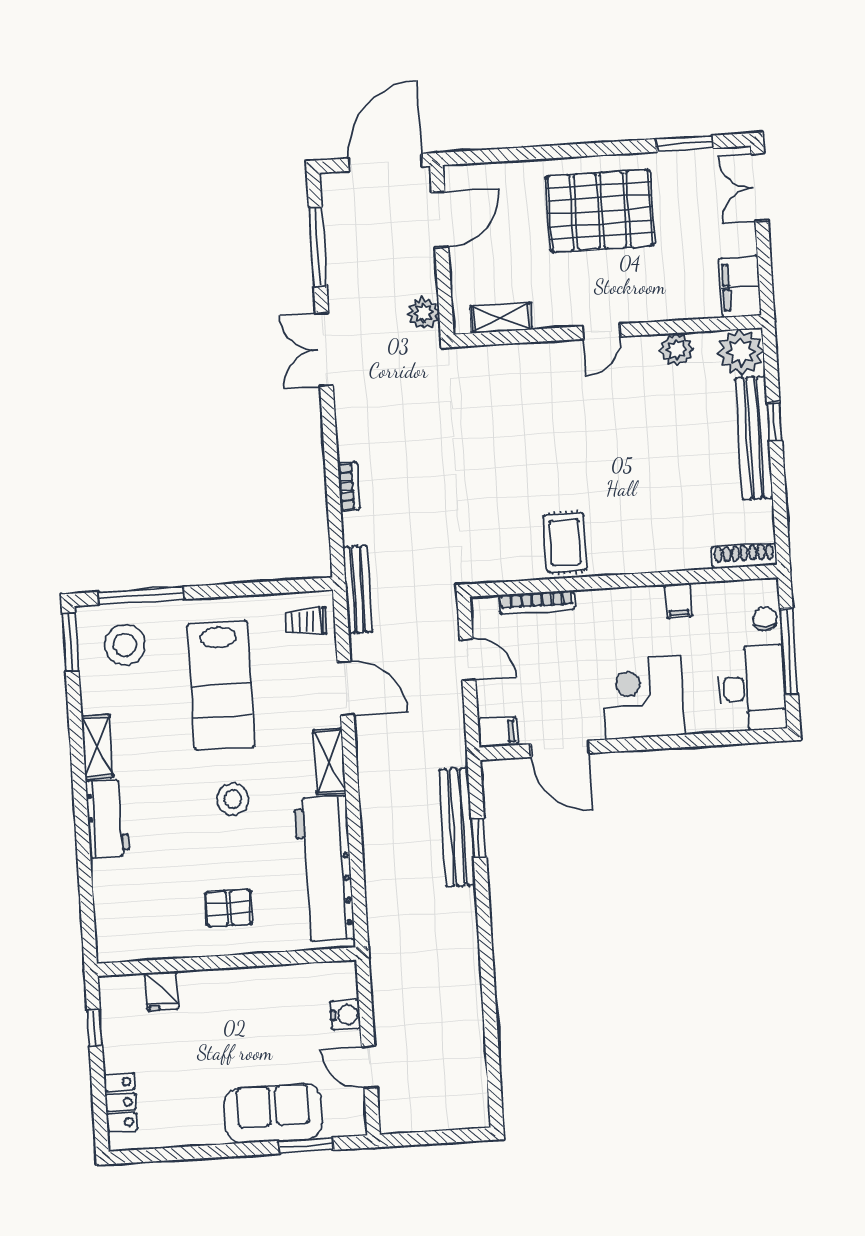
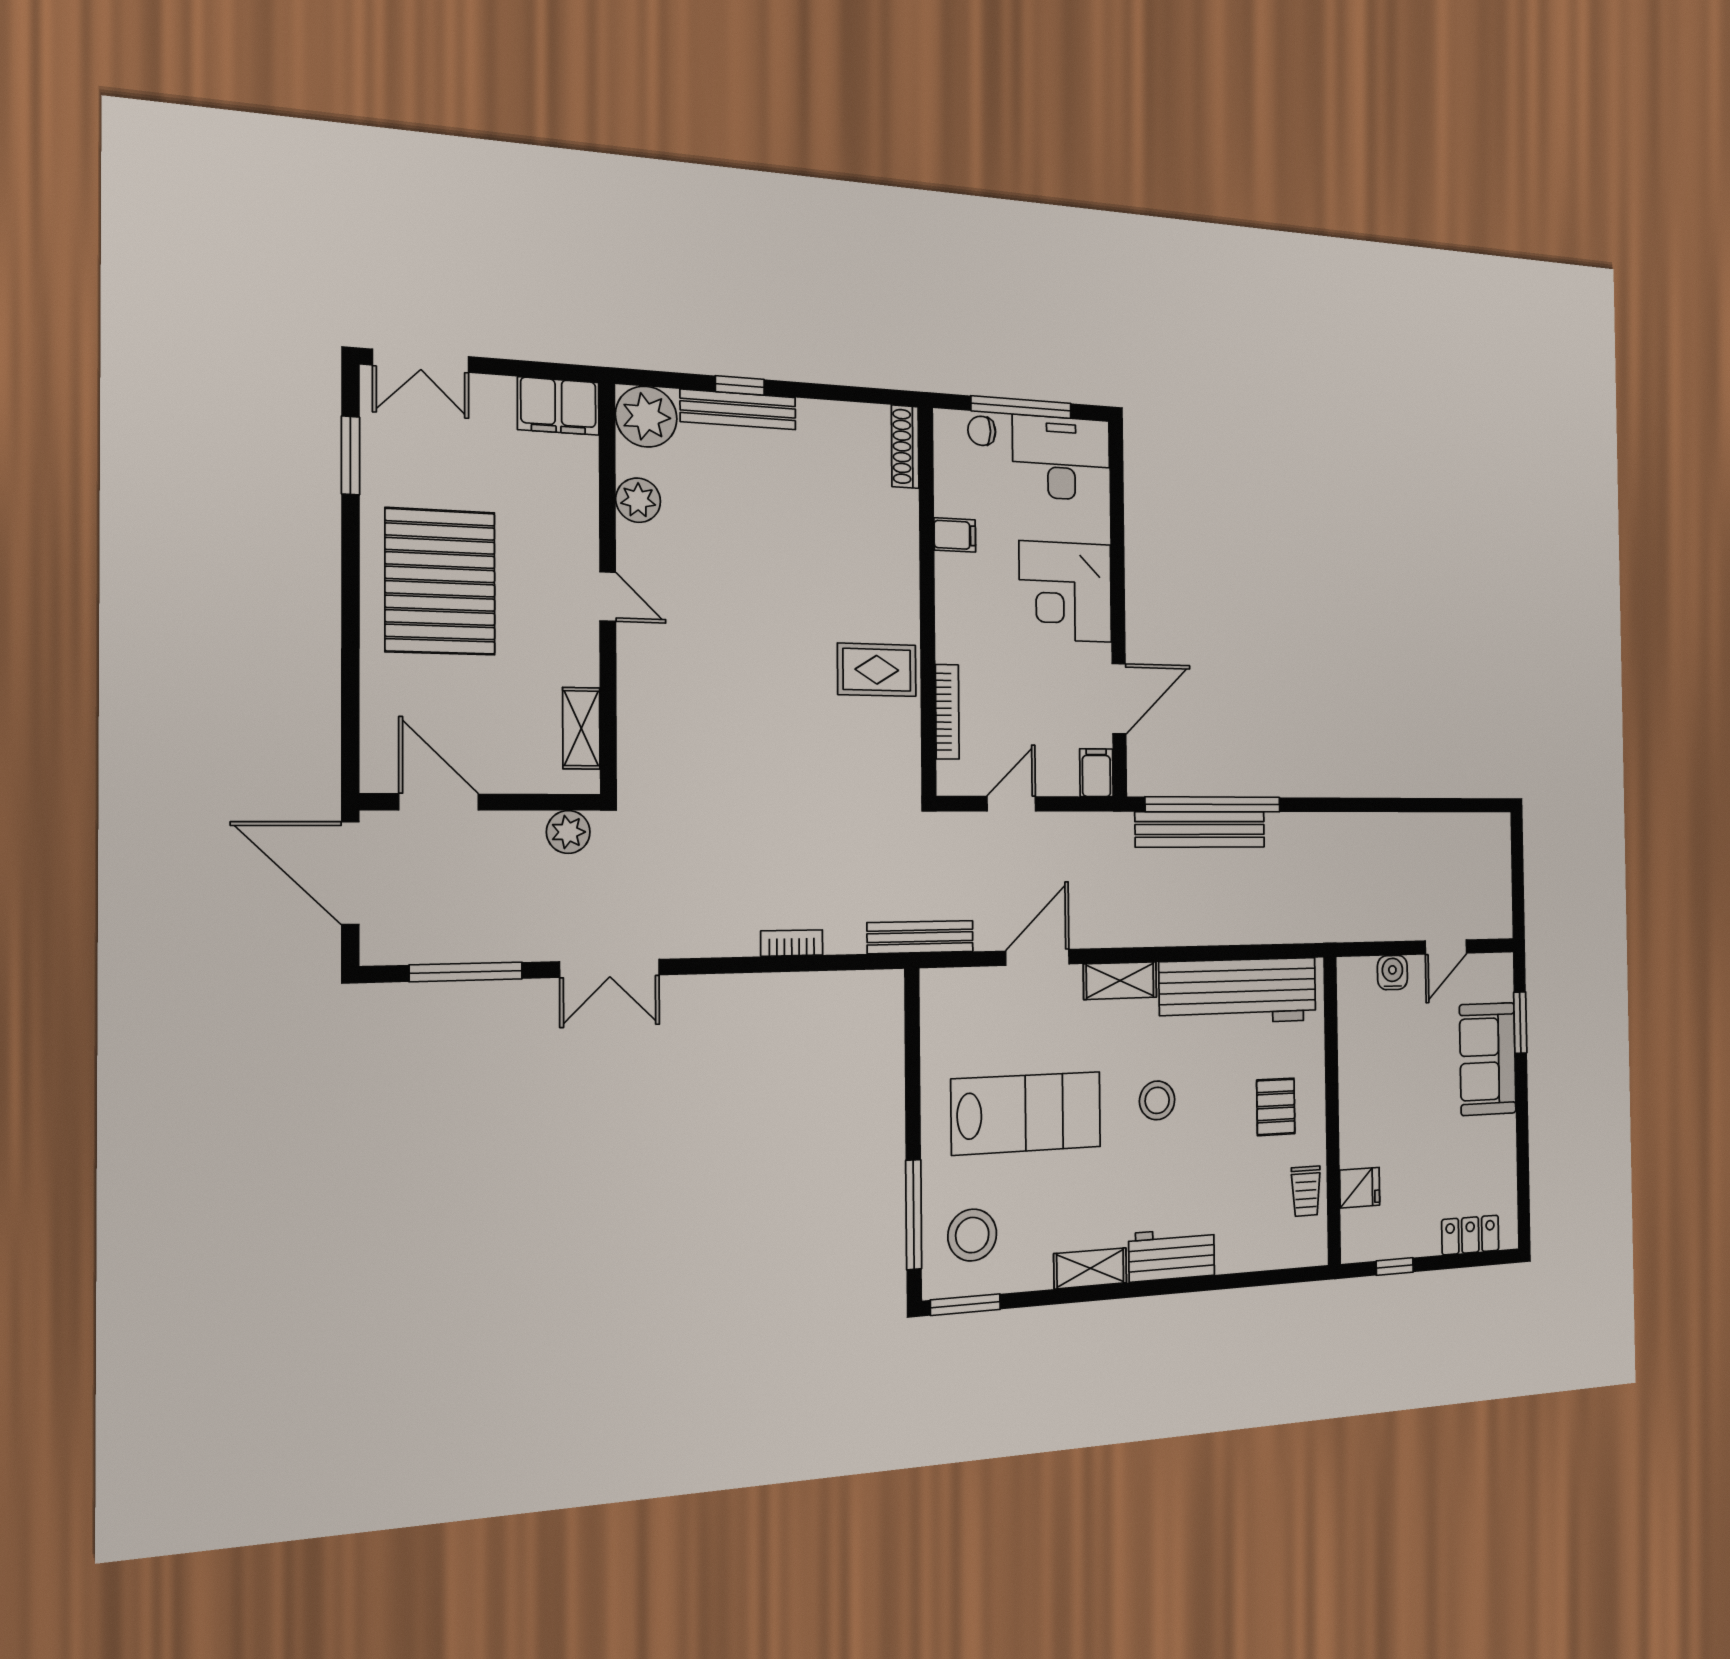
bench: (754, 438) -> (738, 409), width x0.73, depth x0.82
trolley: (306, 622) -> (1306, 1191), moved
window: (479, 838) -> (1213, 804), width x3.17

